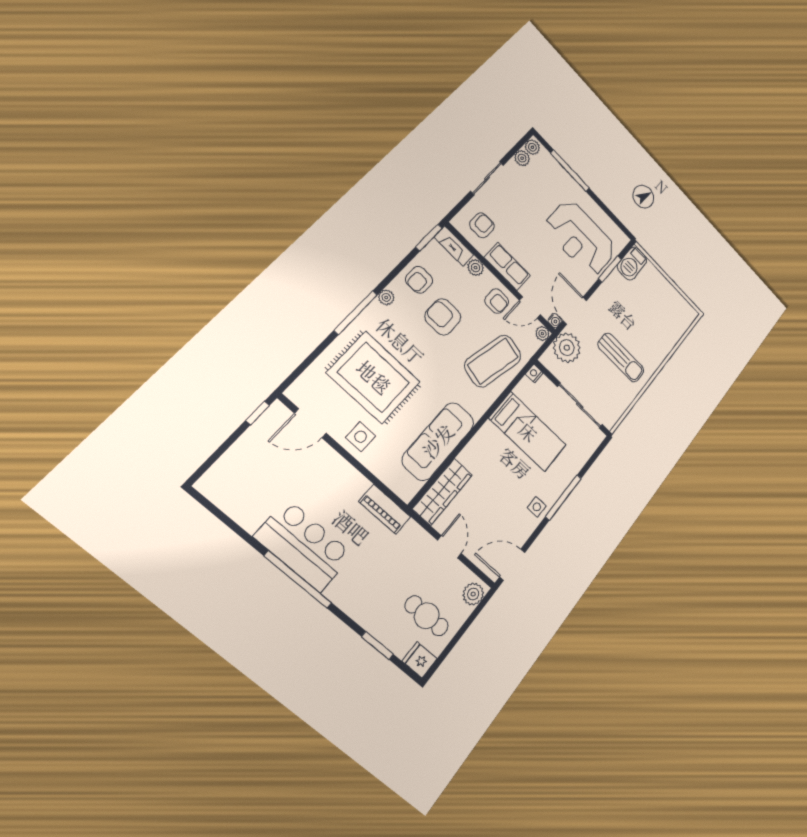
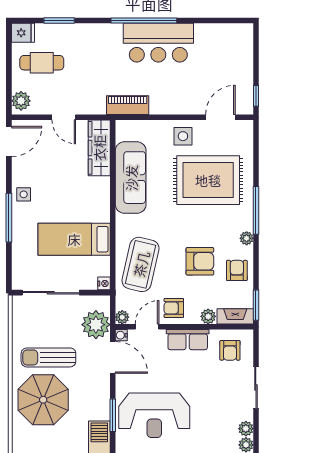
reception desk: (581, 238) -> (154, 415), turned 180
parasol: (649, 330) -> (43, 400), added

